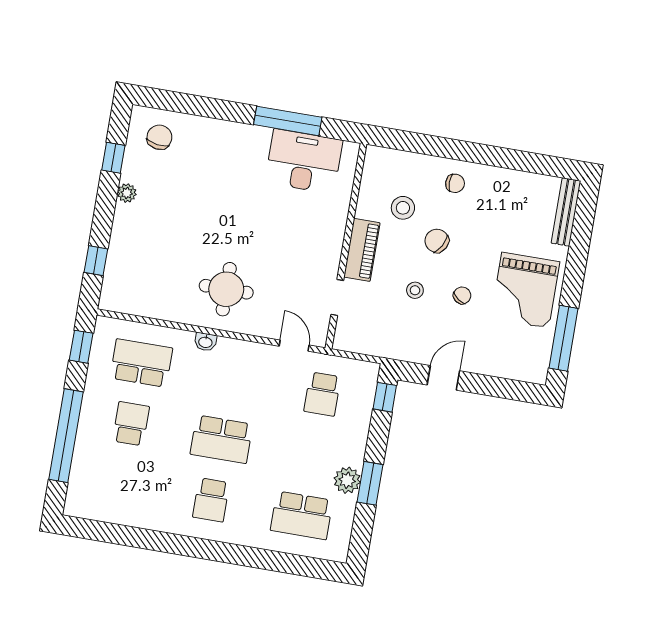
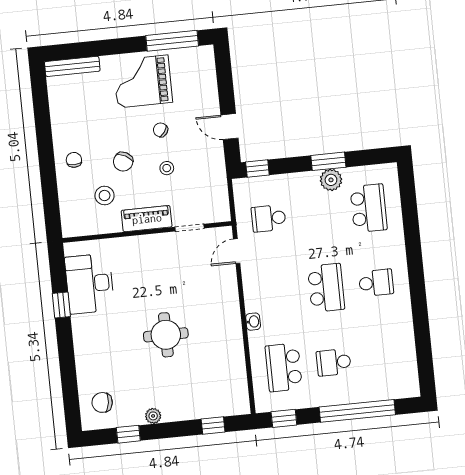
window: (288, 121) -> (61, 305), width x0.46
round table: (226, 289) -> (166, 335), moved
grand piano: (525, 290) -> (143, 81), turned 180
school desk: (322, 394) -> (269, 218), turned 180

